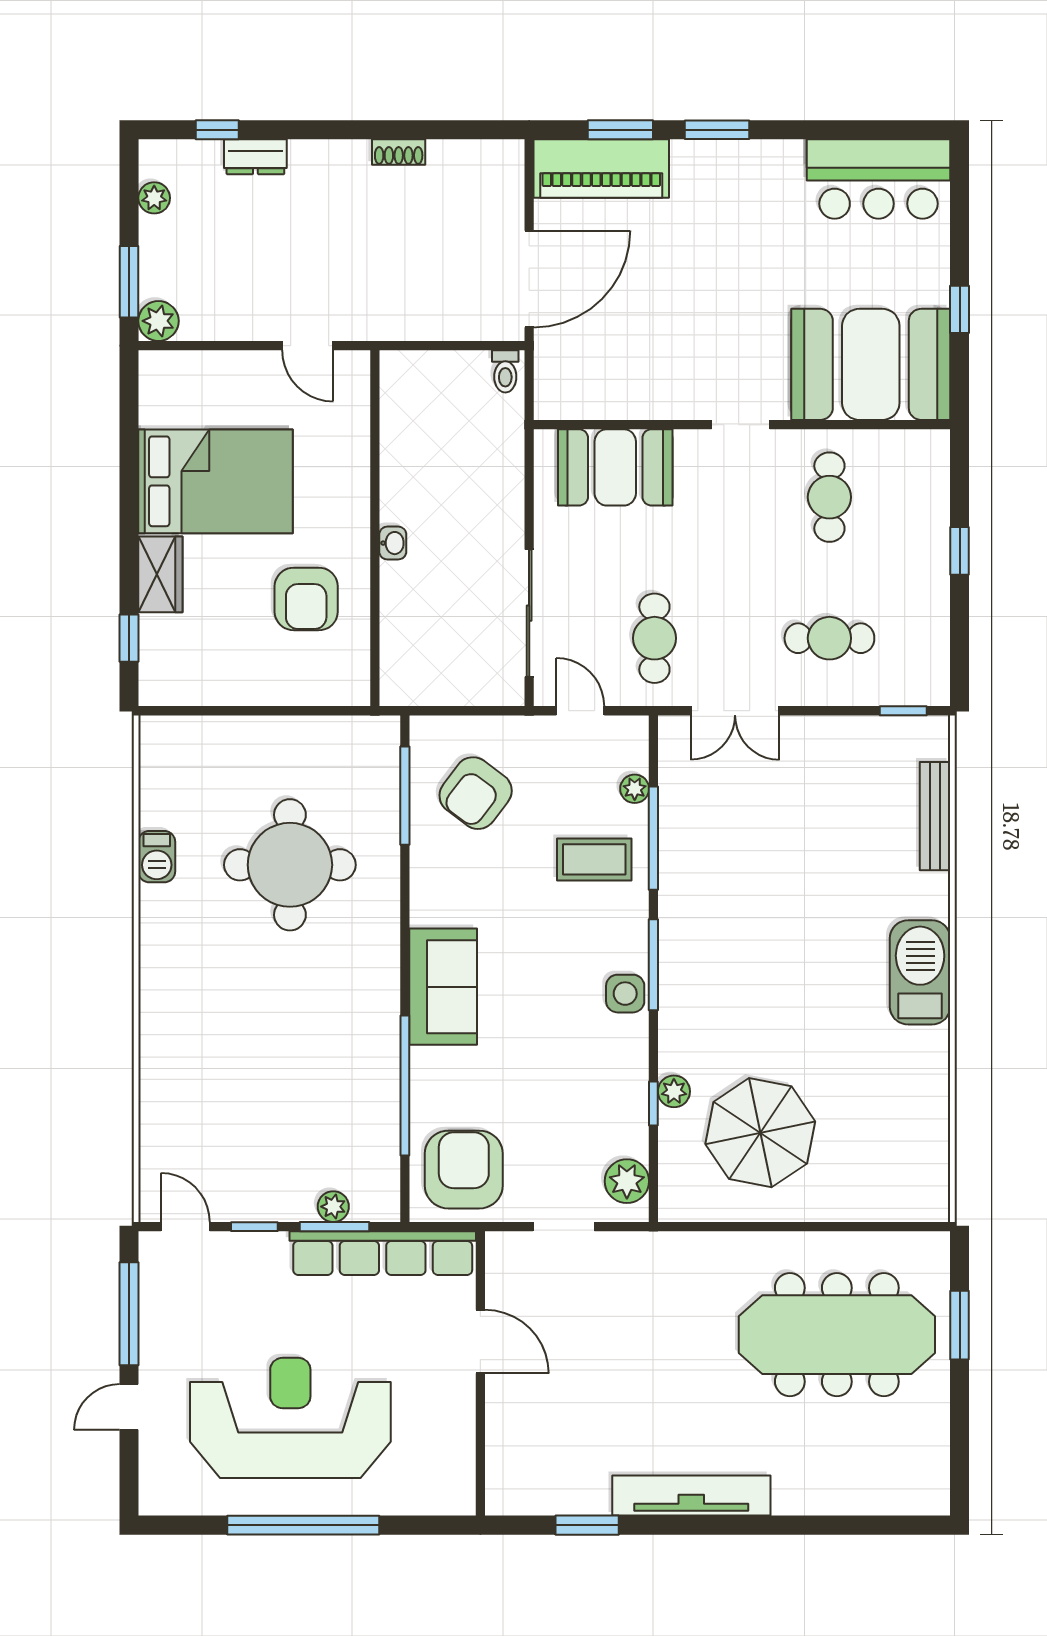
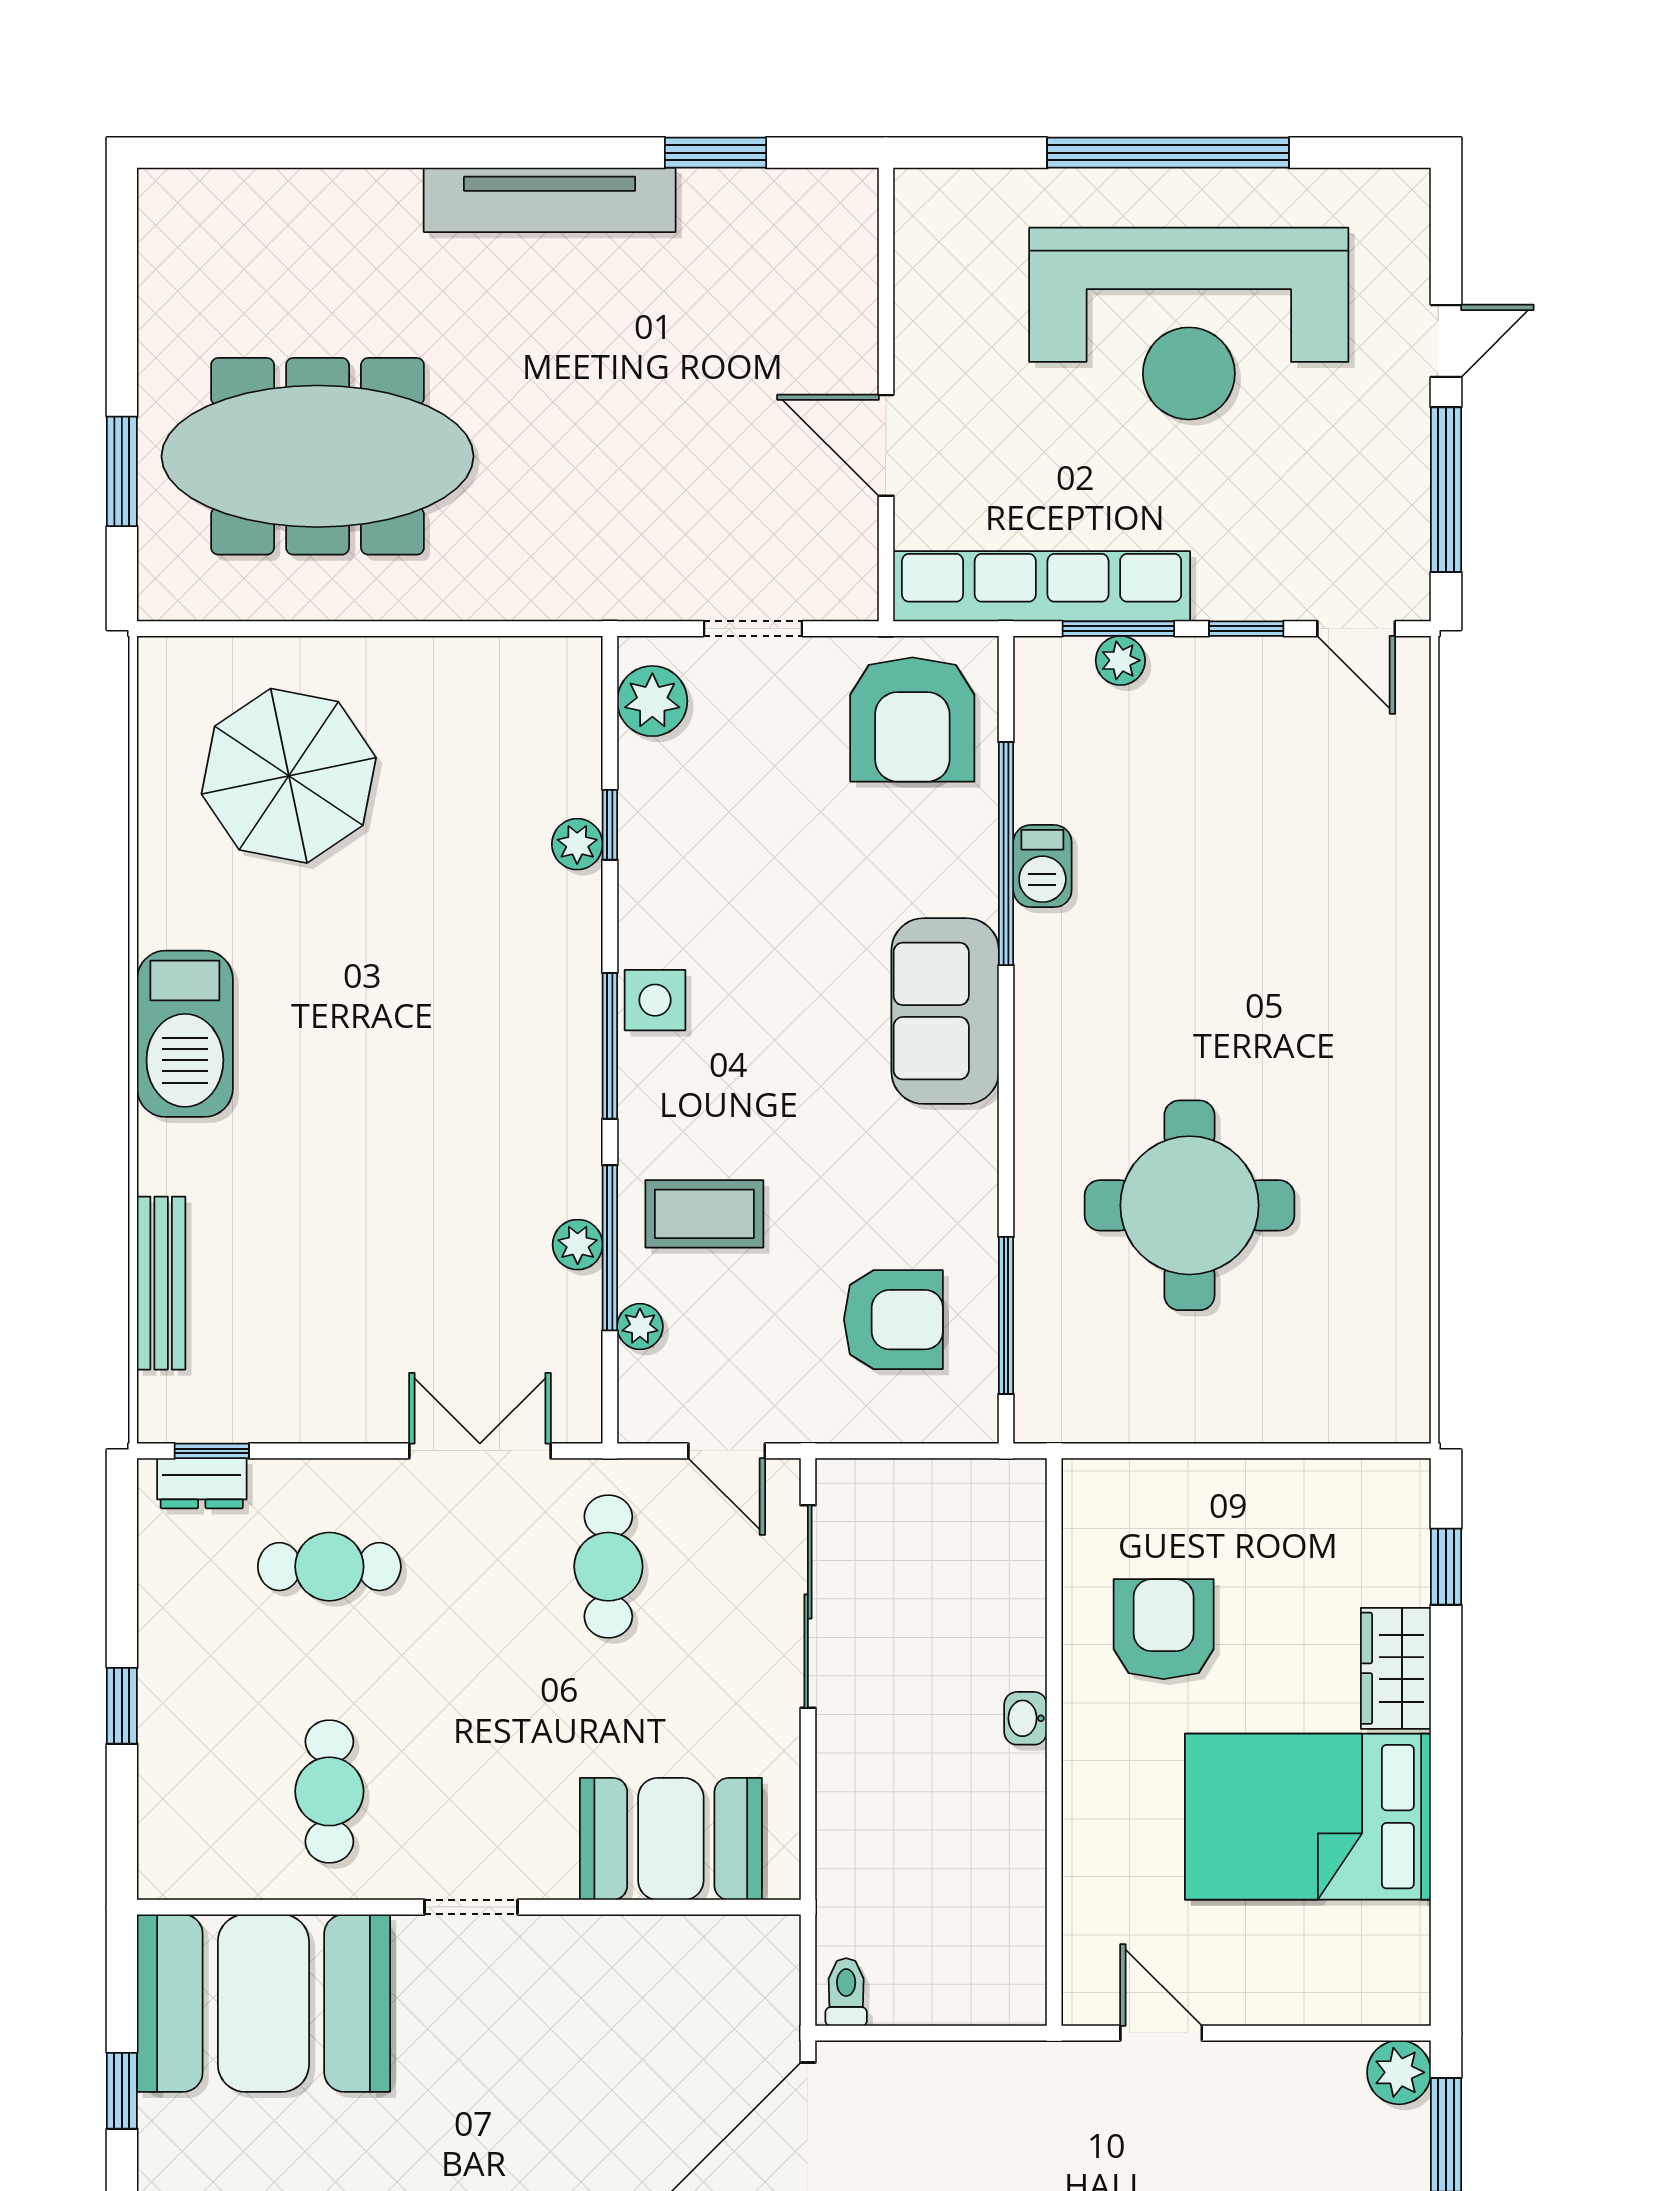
dresser: (909, 690) -> (202, 1483), added
armchair: (476, 793) -> (893, 1320), turned 53
plant: (674, 840) -> (578, 1245), added
barbecue: (157, 857) -> (1042, 866), moved, turned 180
parasol: (760, 1133) -> (289, 776), moved

